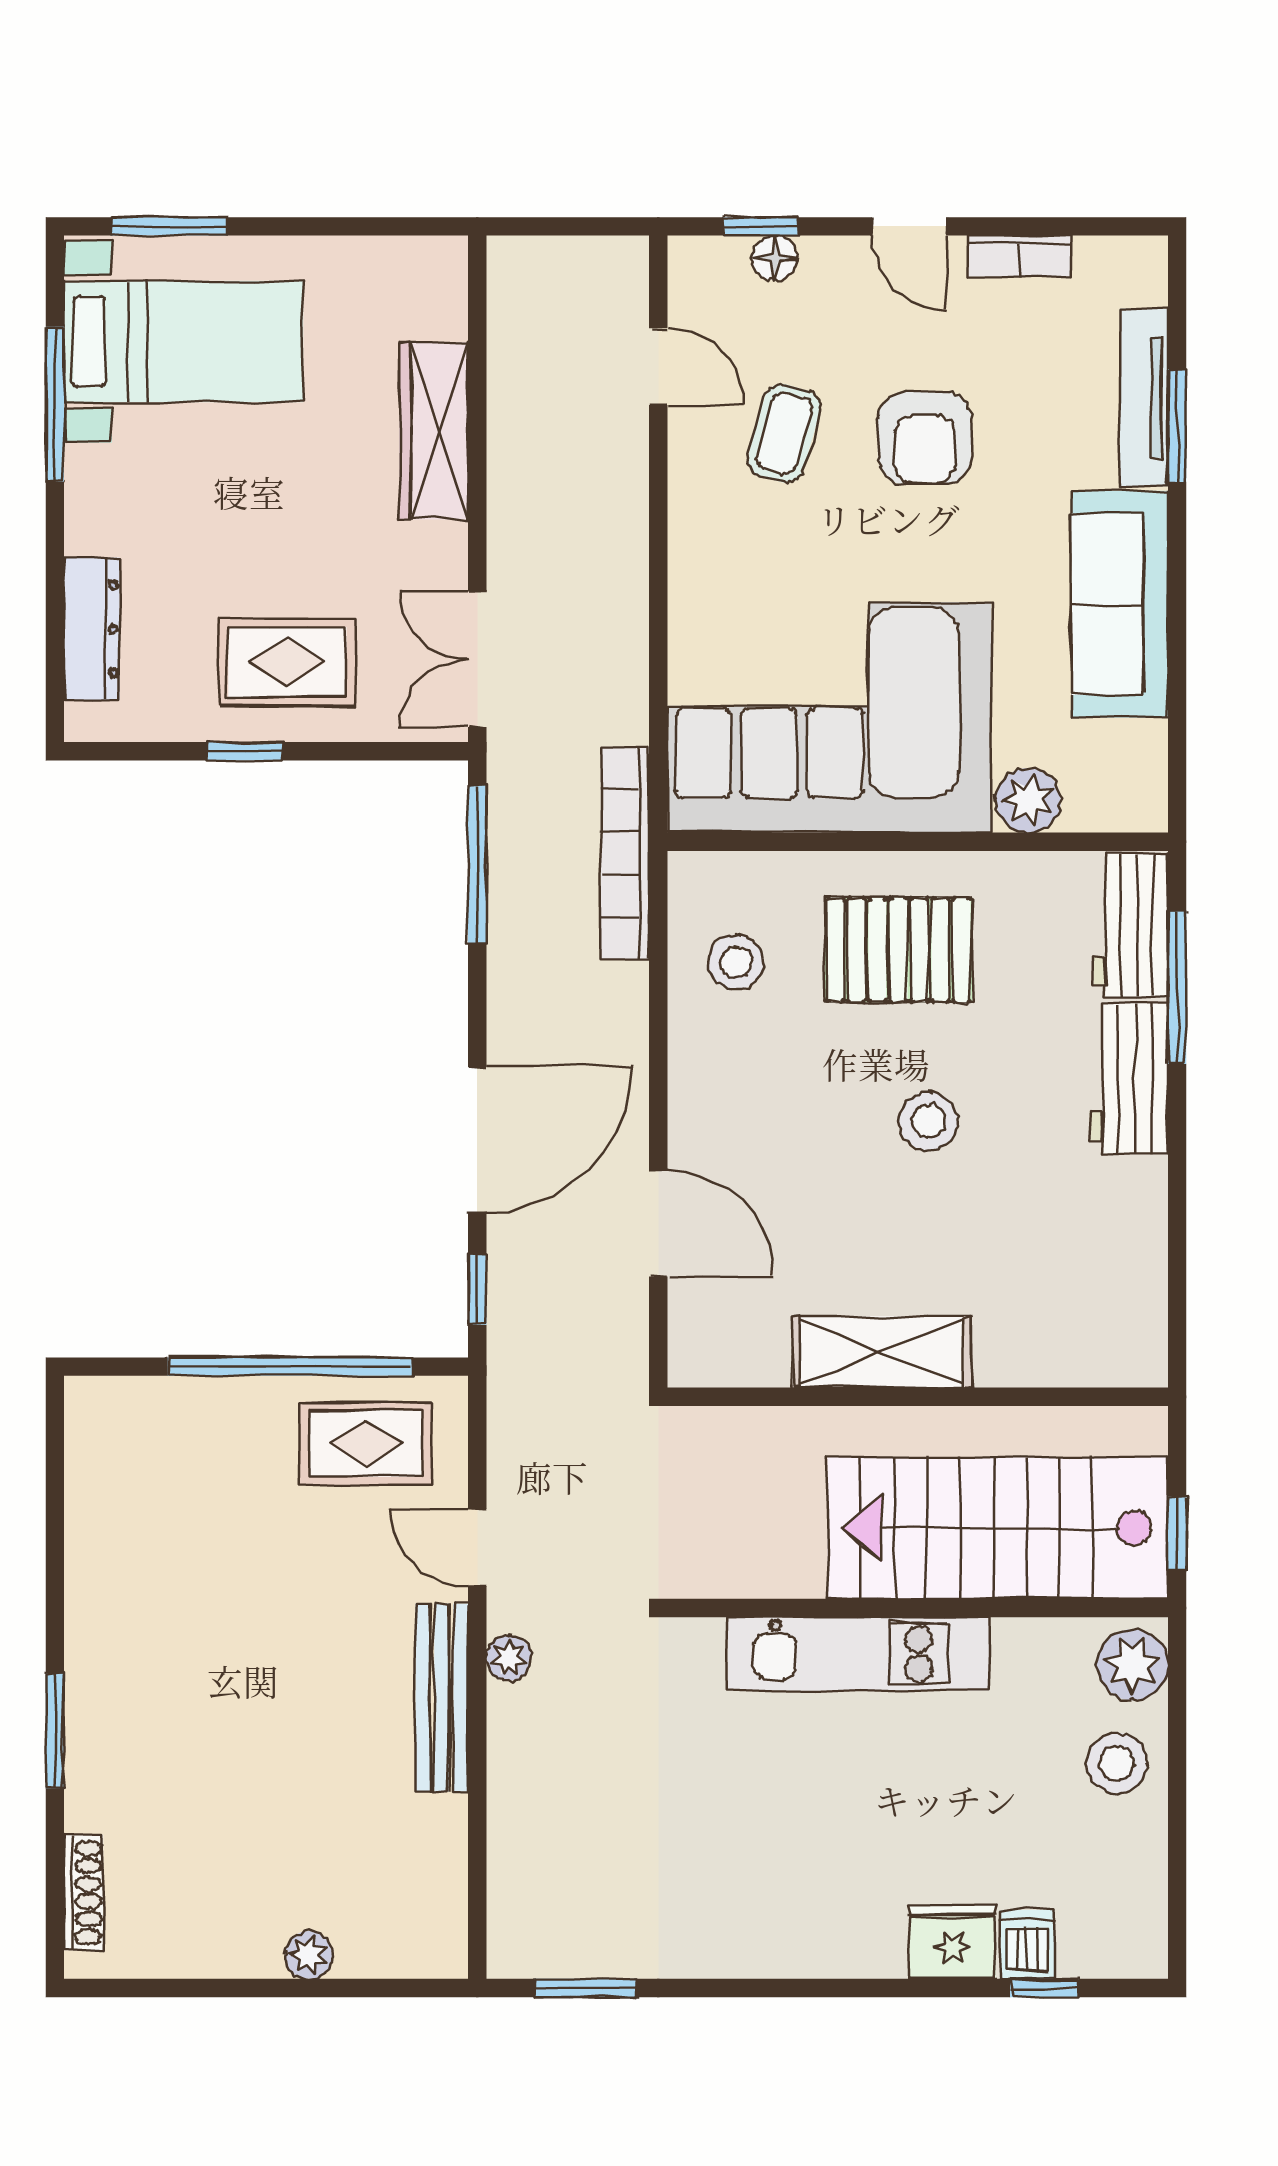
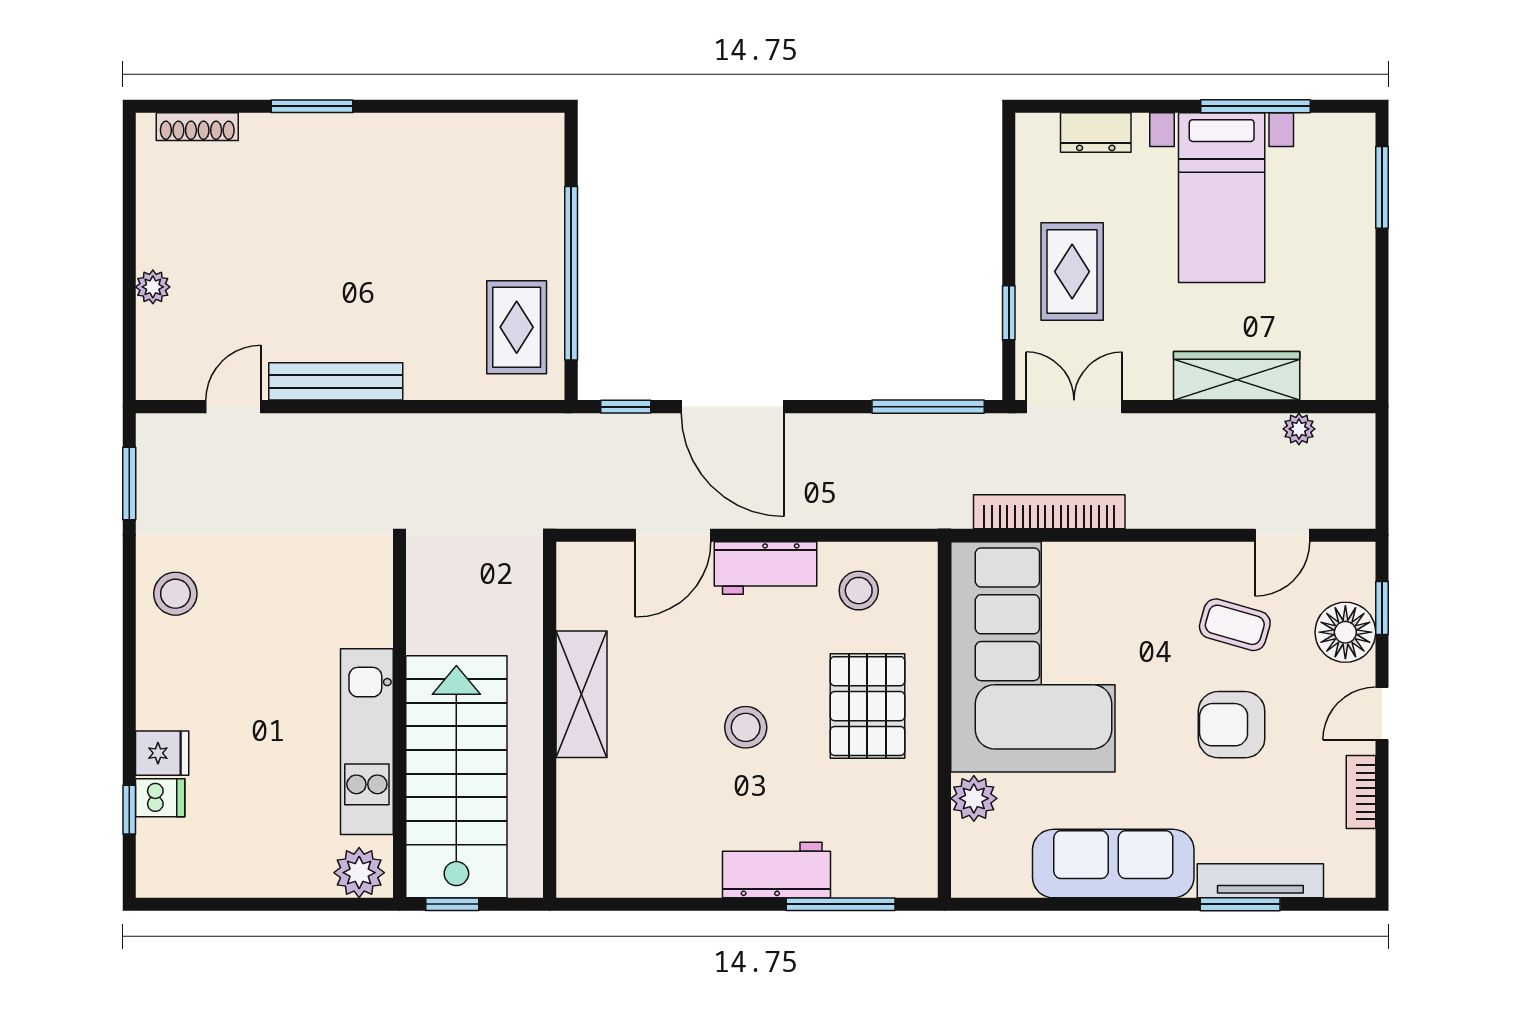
floor lamp: (775, 258) -> (1345, 632), width x1.89, depth x1.89
bed with nightstands: (184, 342) -> (1222, 198), moved
dresser: (92, 629) -> (1096, 133), width x0.70
window: (245, 751) -> (1009, 313), moved
bookcase: (625, 853) -> (1049, 512), moved
workbench: (1131, 925) -> (766, 568), moved, turned 180
door: (477, 1548) -> (233, 407), moved
kitchen unit: (859, 1654) -> (367, 742), moved
plant: (509, 1658) -> (1299, 429), moved
stool: (1117, 1763) -> (175, 594), moved
fridge: (953, 1942) -> (162, 753), width x0.72

